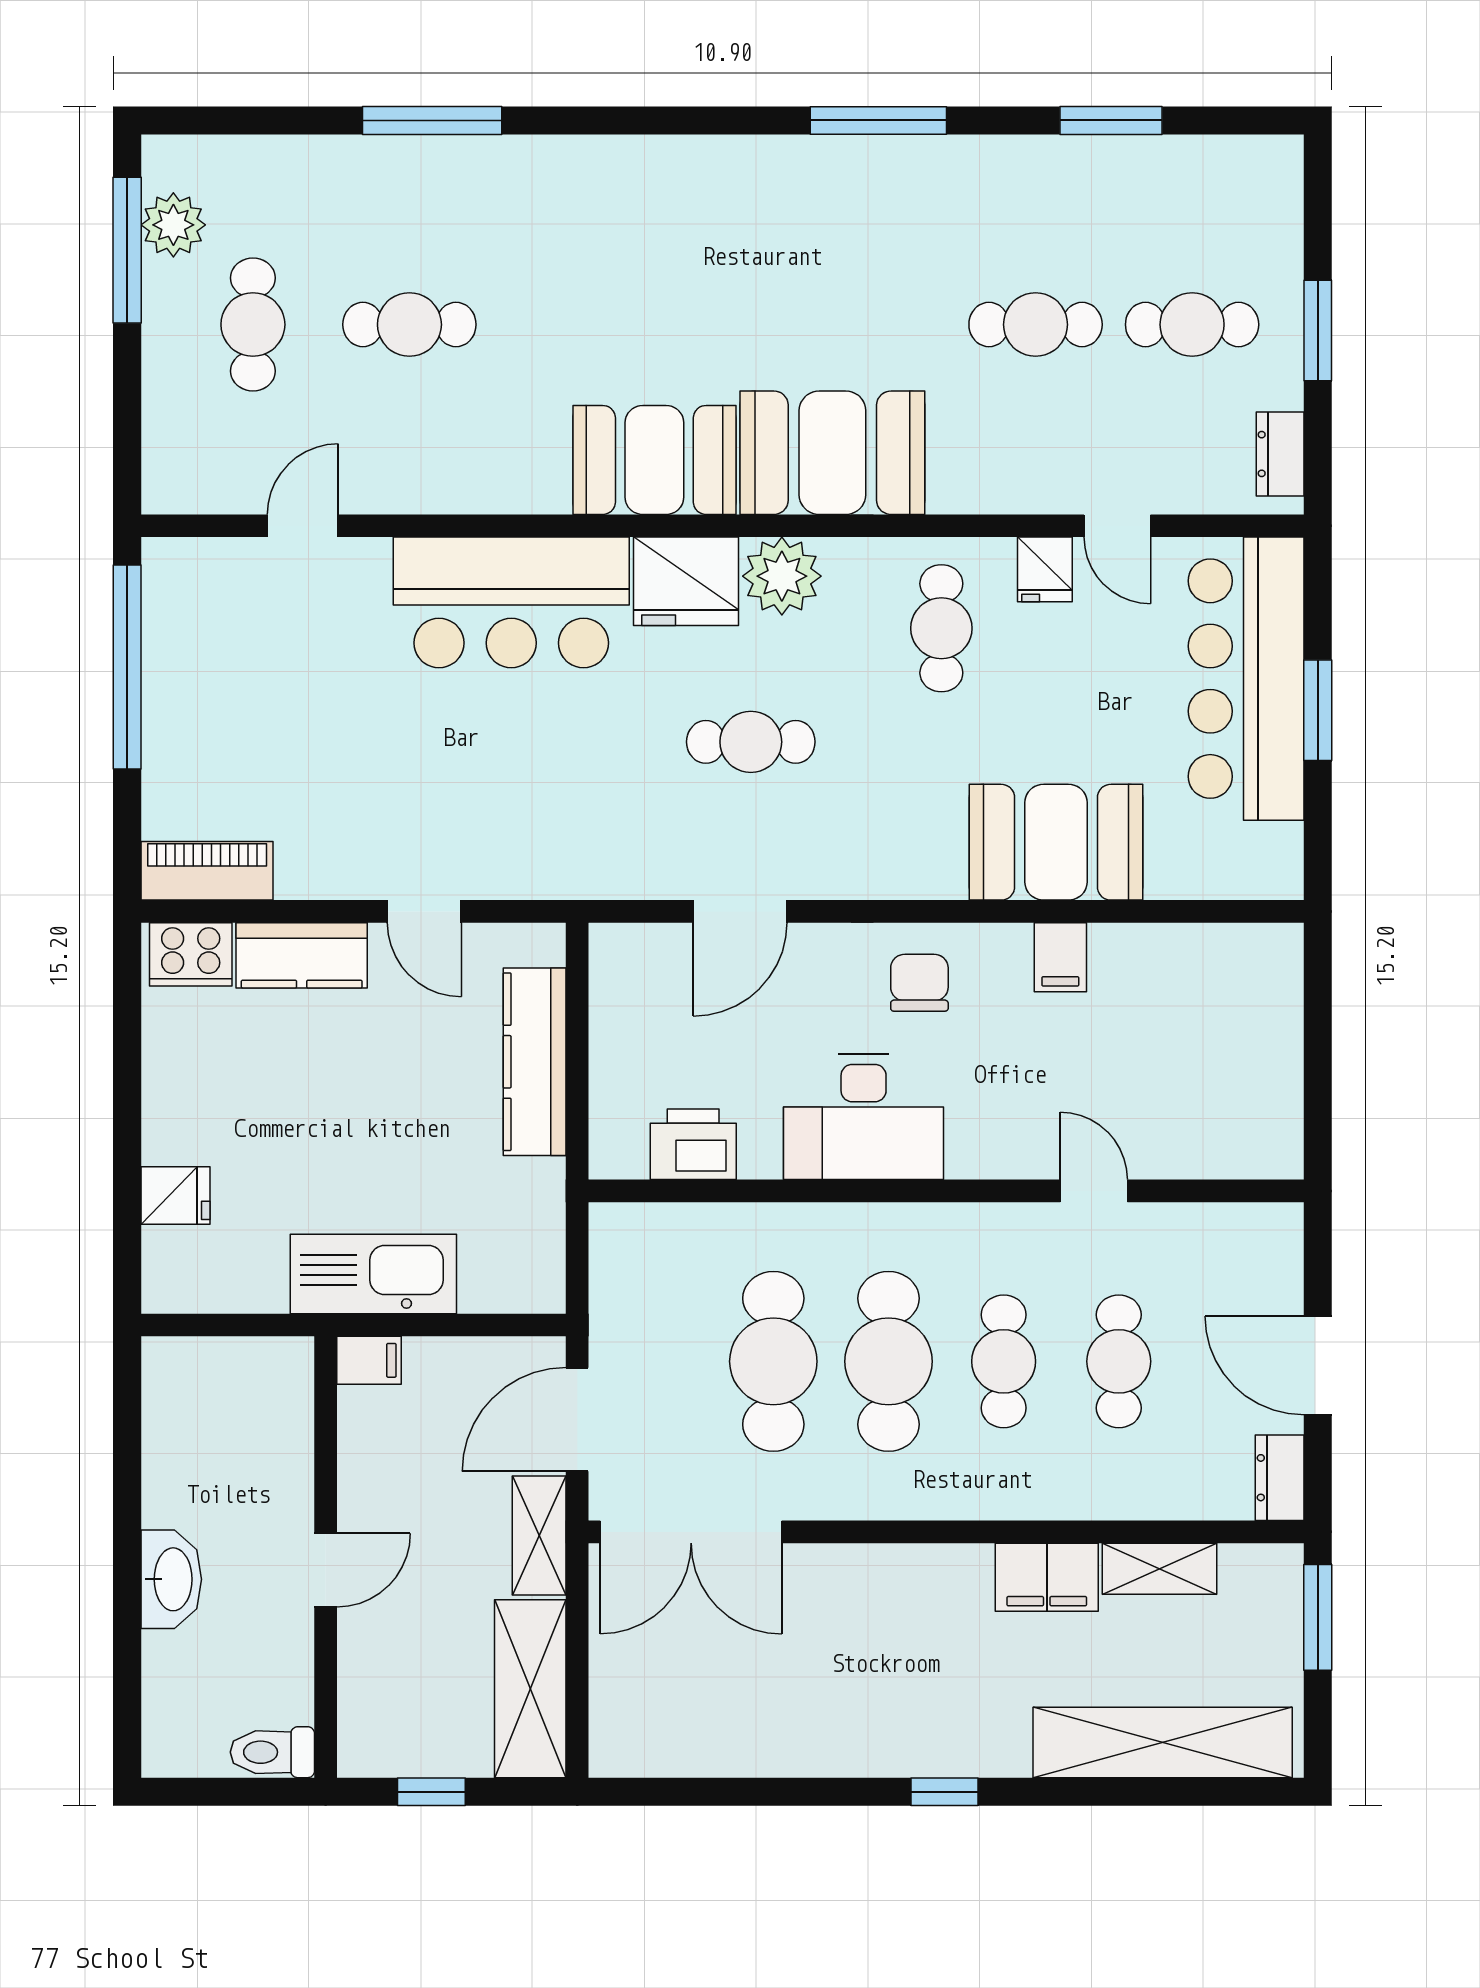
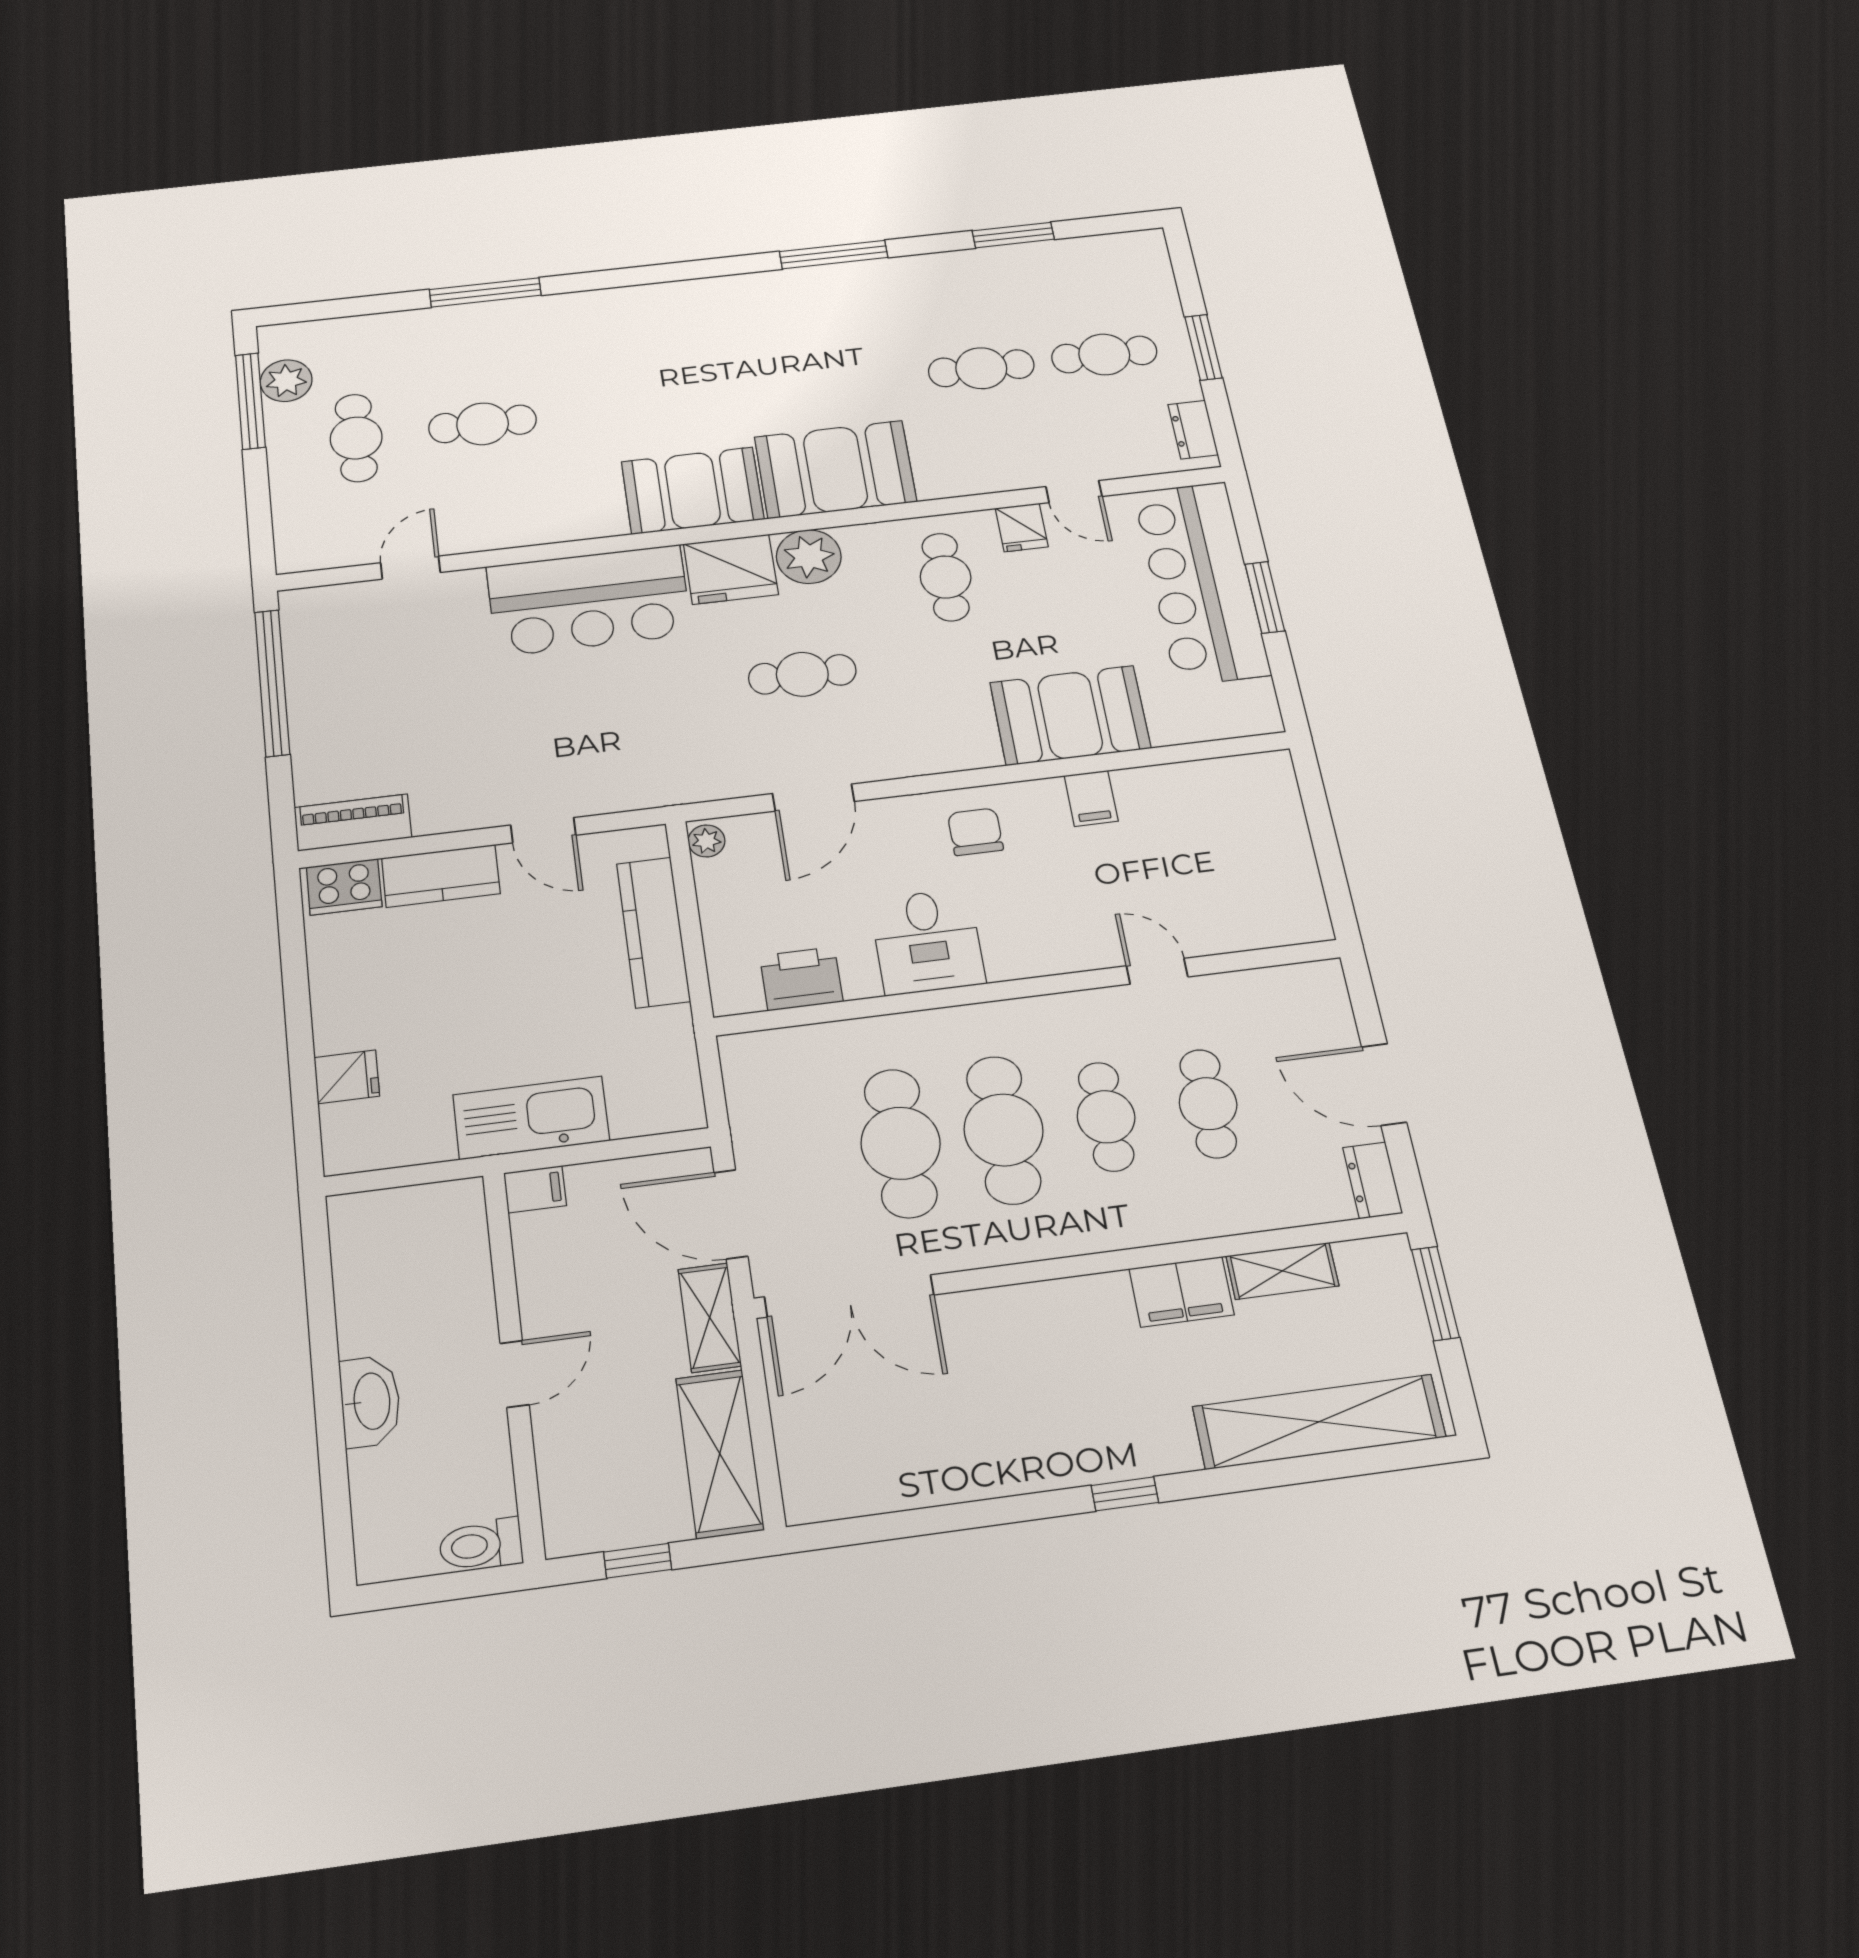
plant: (610, 952) -> (707, 841), added
desk: (864, 1117) -> (927, 941), width x0.73
door: (577, 1420) -> (731, 1214), hinge flipped

